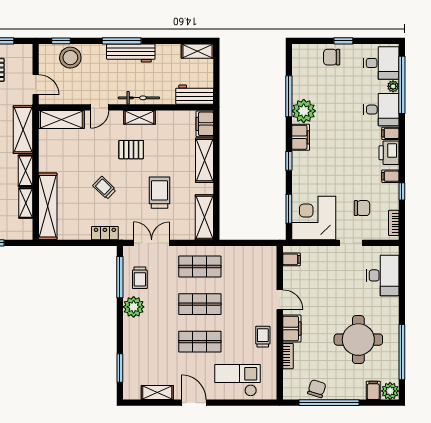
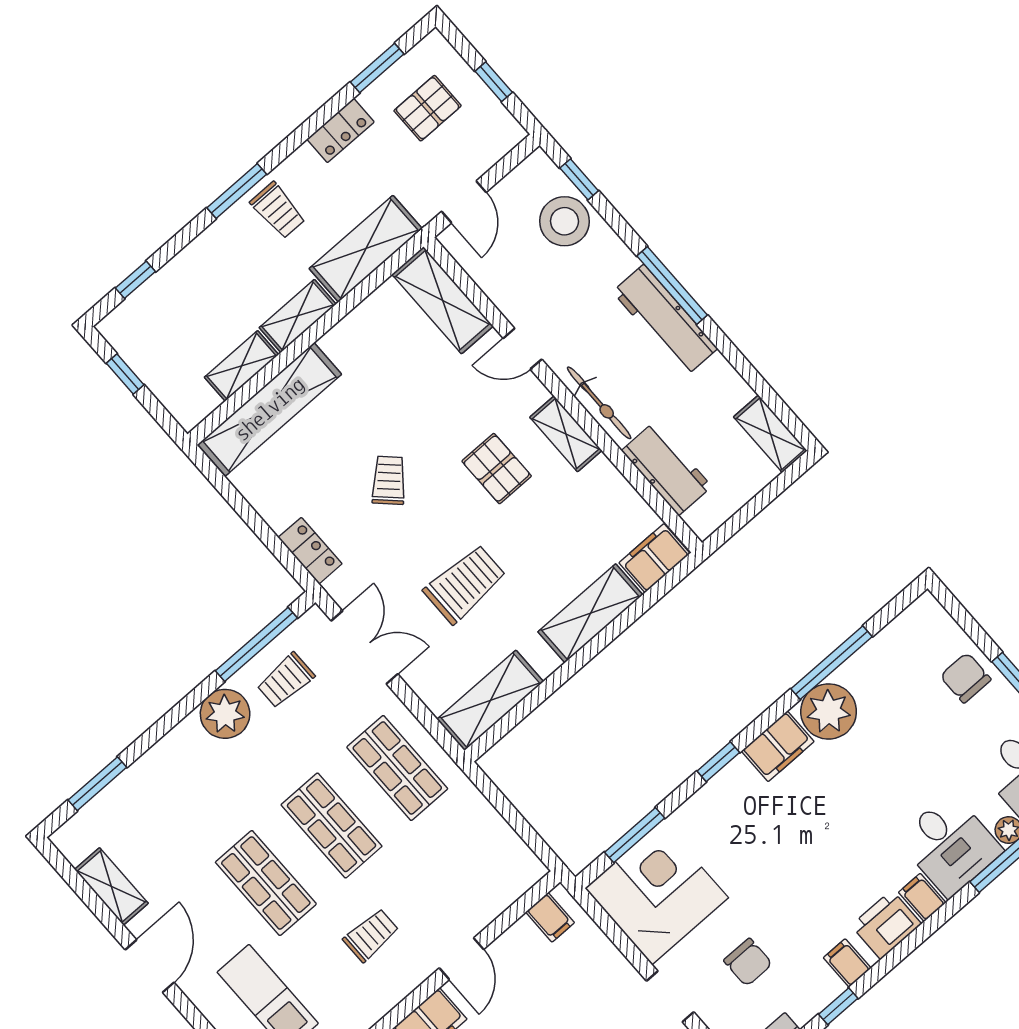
workbench: (195, 95) -> (667, 469), moved
trolley: (263, 337) -> (371, 935), moved

